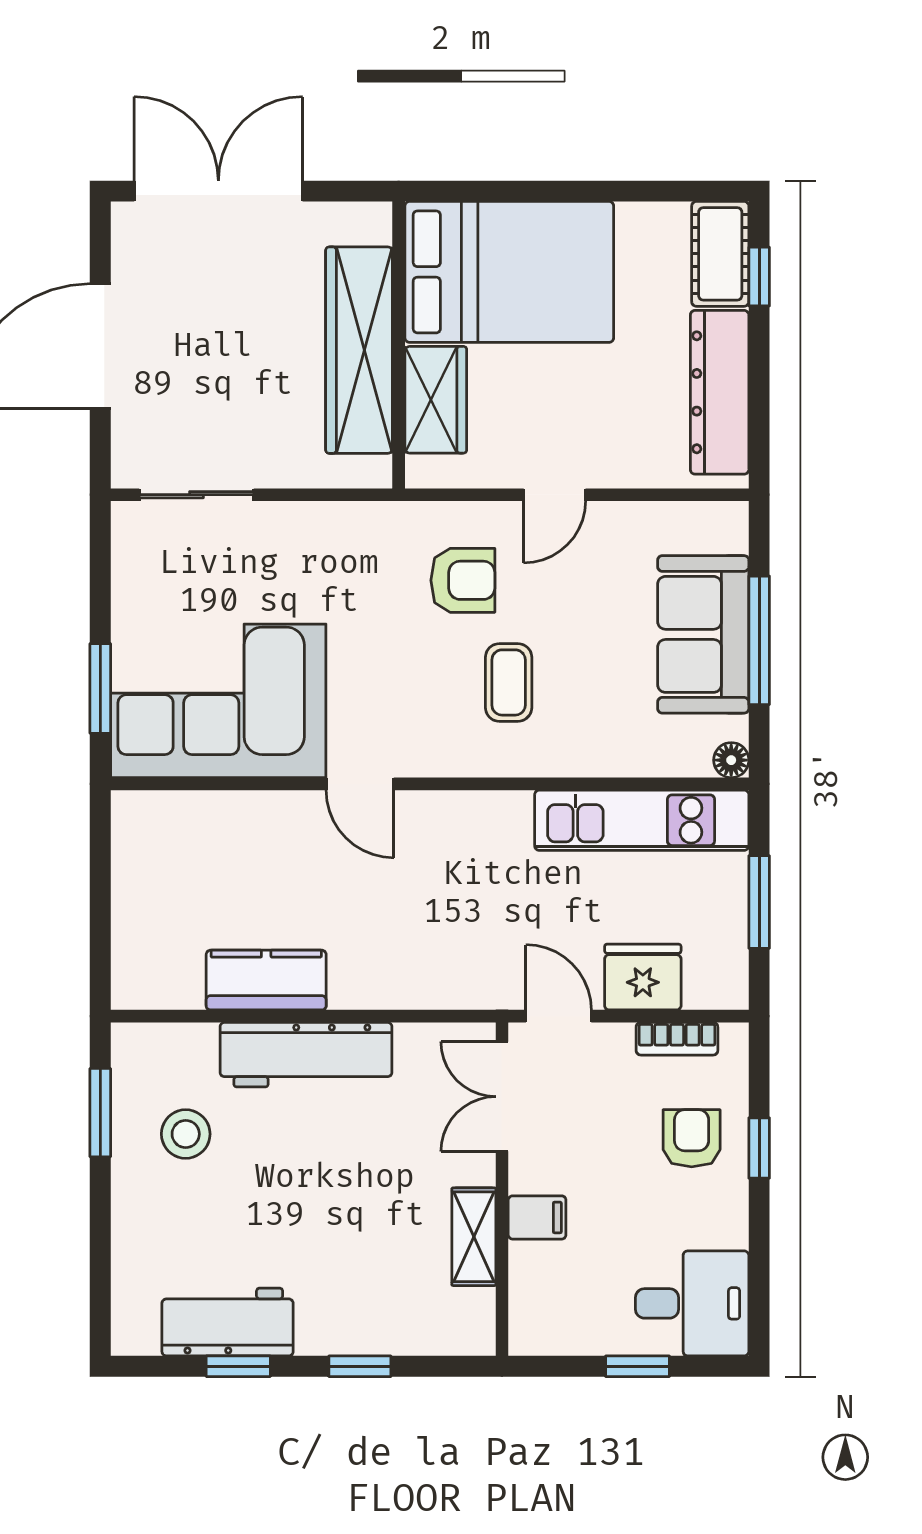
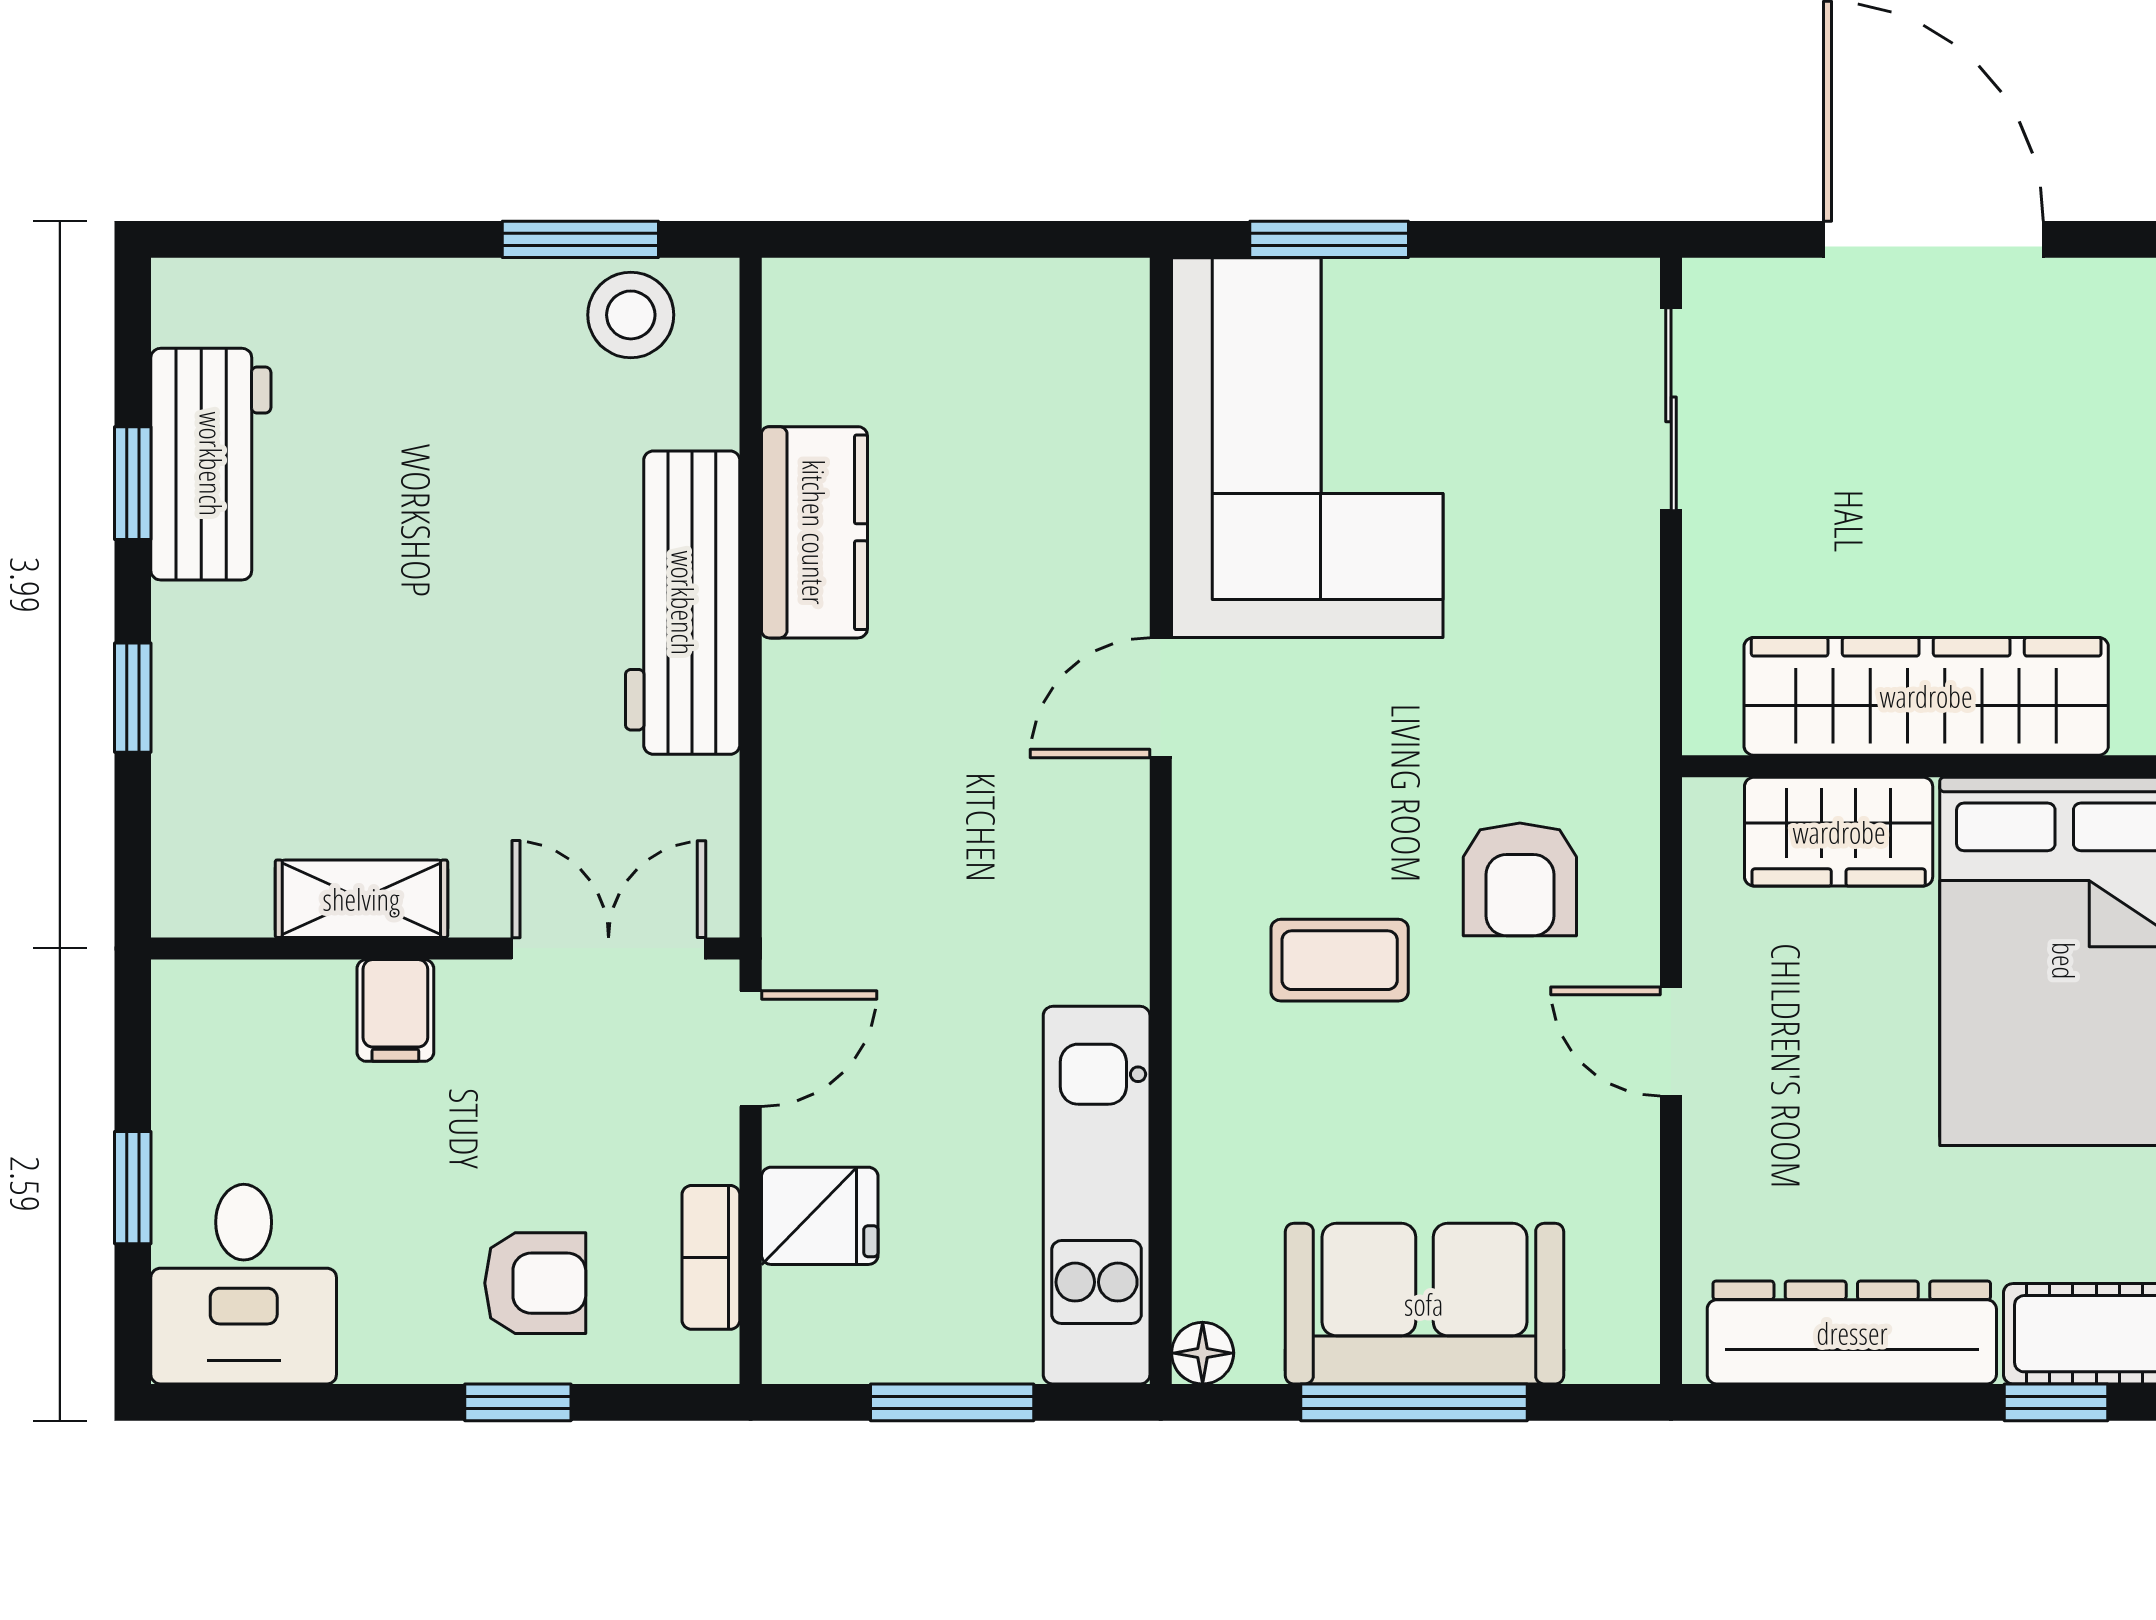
fridge: (643, 977) -> (820, 1216), width x0.72
stool: (186, 1134) -> (631, 315), moved

